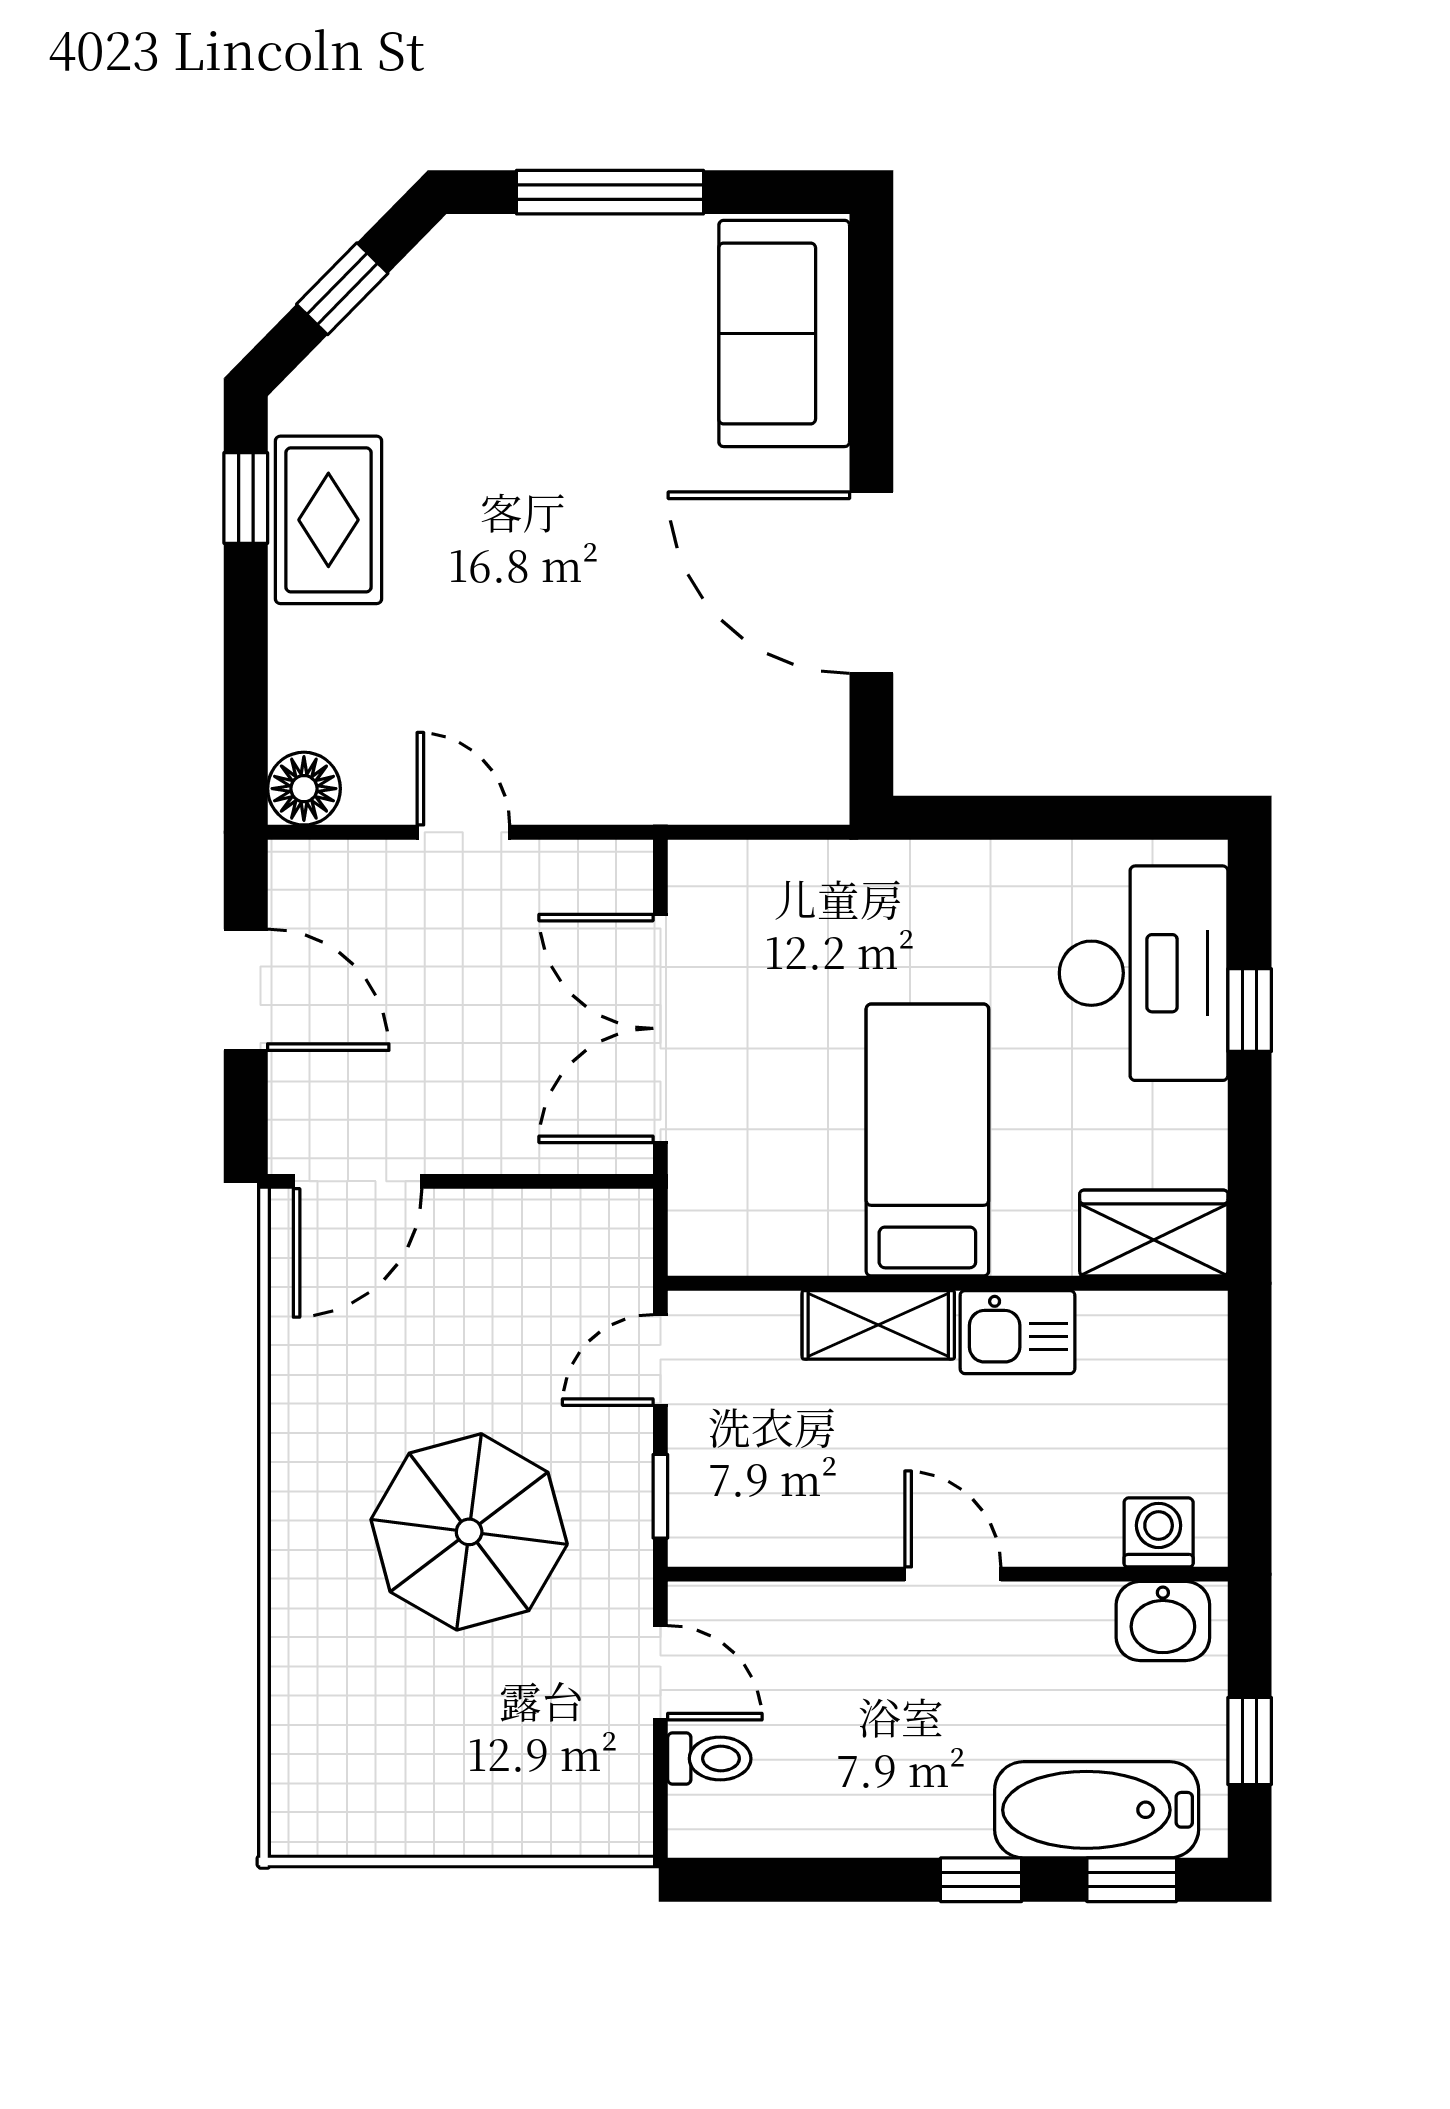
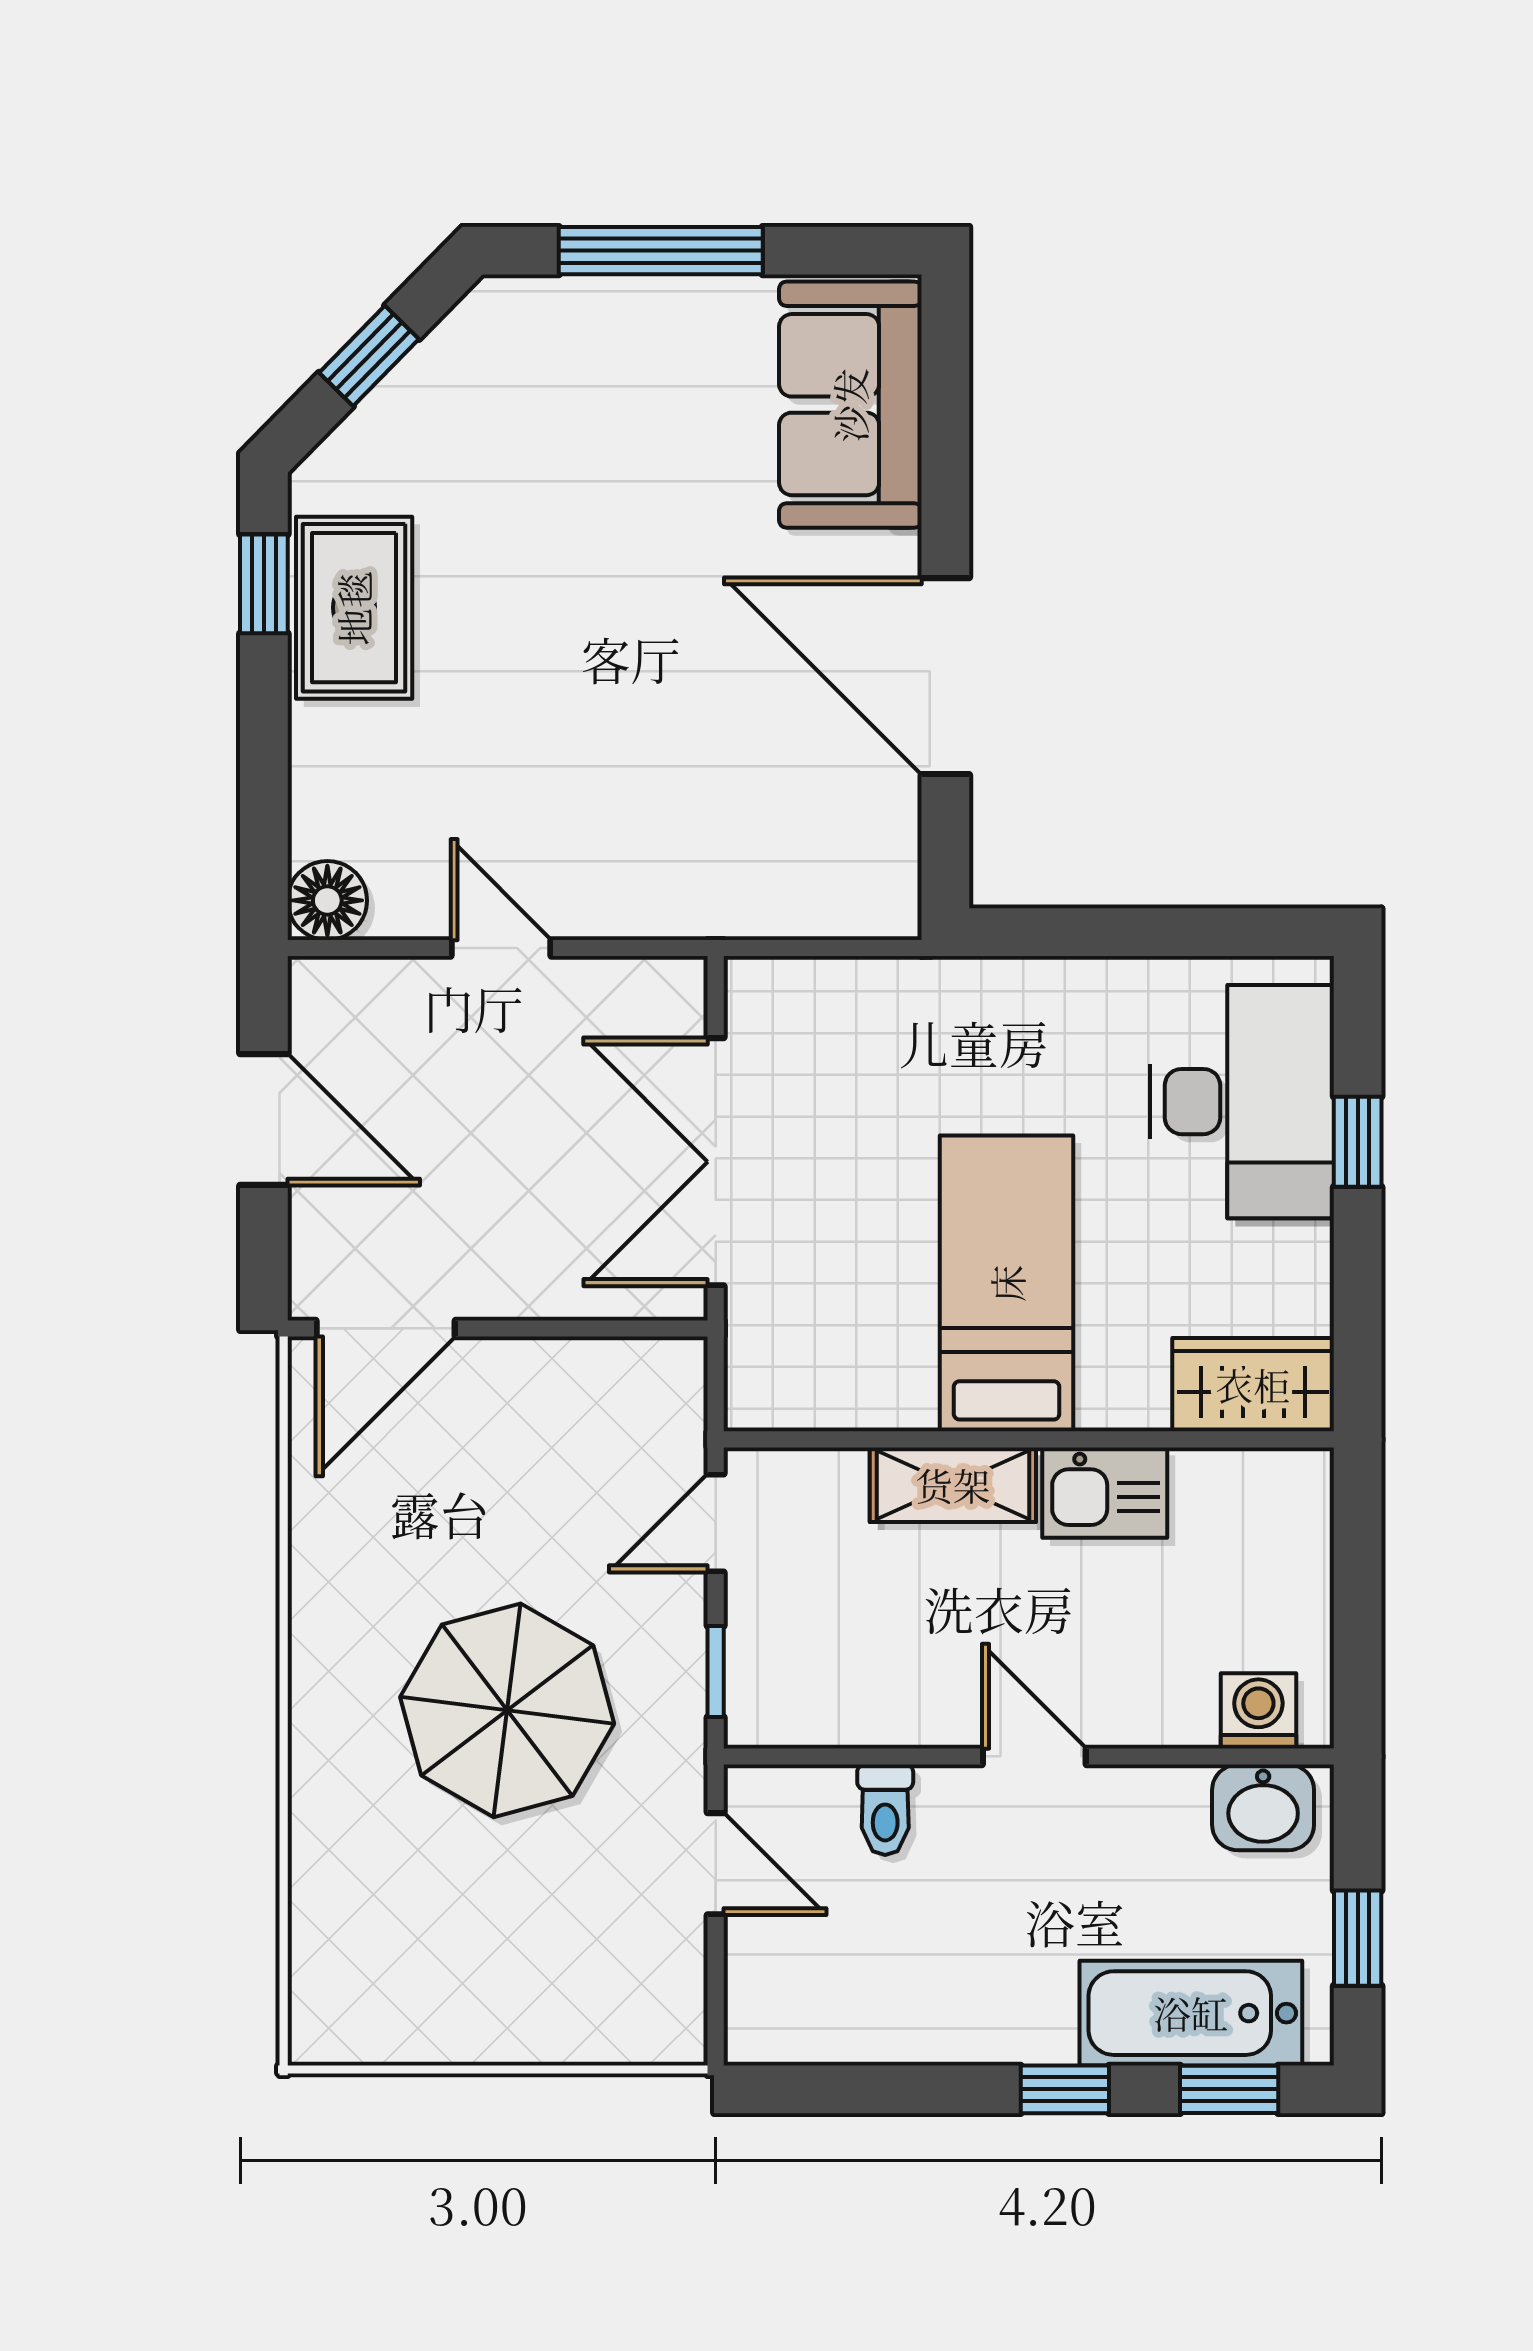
toilet: (709, 1759) -> (885, 1810), moved, turned 90

